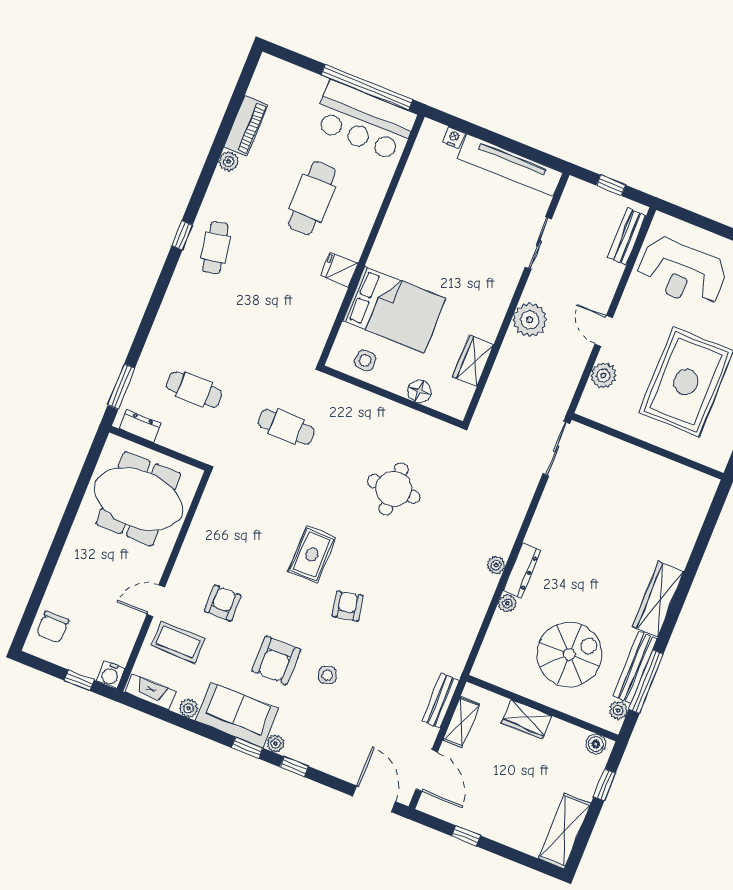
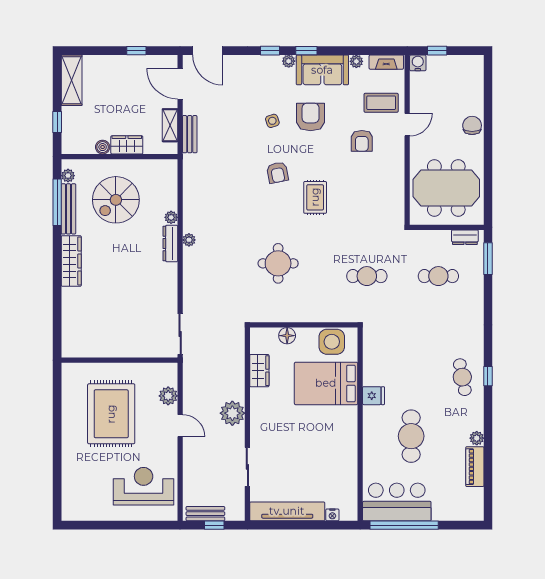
bench: (627, 236) -> (205, 514), moved, turned 90
side table: (365, 360) -> (332, 342), width x1.87, depth x1.87
chair: (53, 627) -> (472, 125), moved
boiler: (596, 744) -> (103, 147), moved

